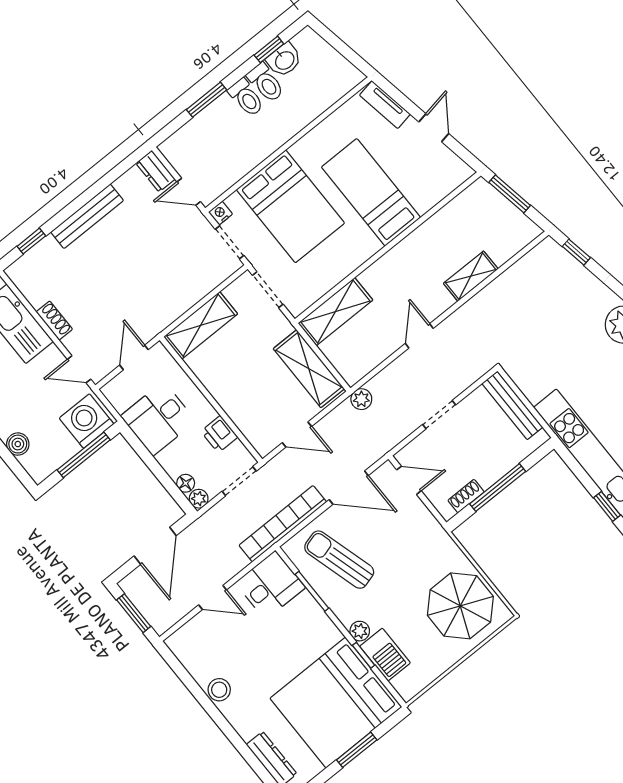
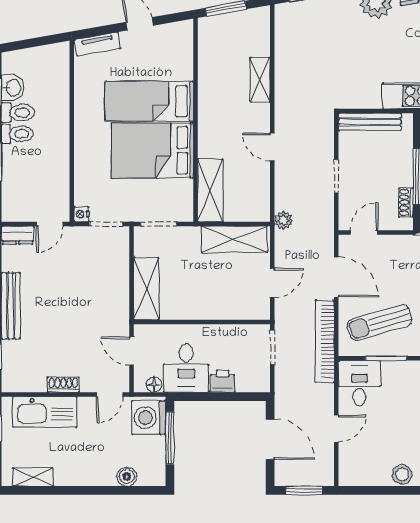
bed: (290, 206) -> (153, 150), moved, turned 180
printer: (219, 434) -> (223, 381), moved, turned 180
floor lamp: (186, 483) -> (154, 385), moved
door: (349, 488) -> (336, 277), hinge flipped
plant: (199, 499) -> (262, 384), removed

